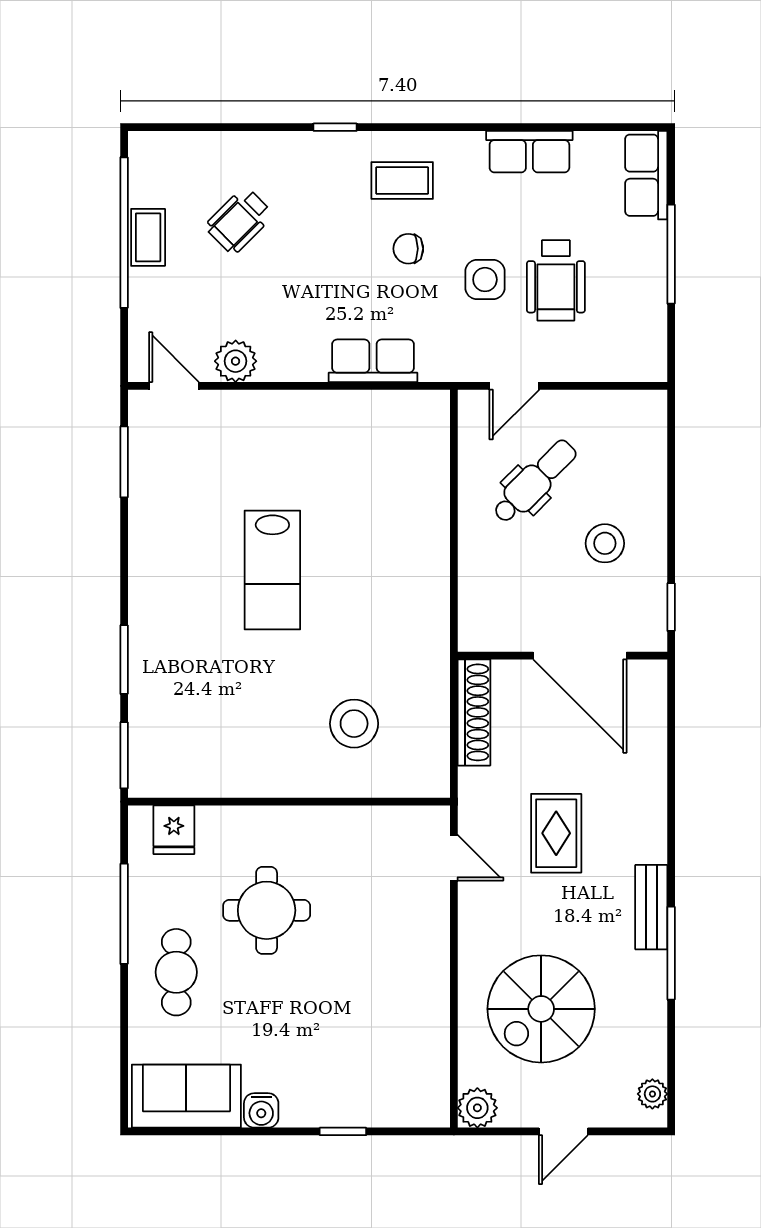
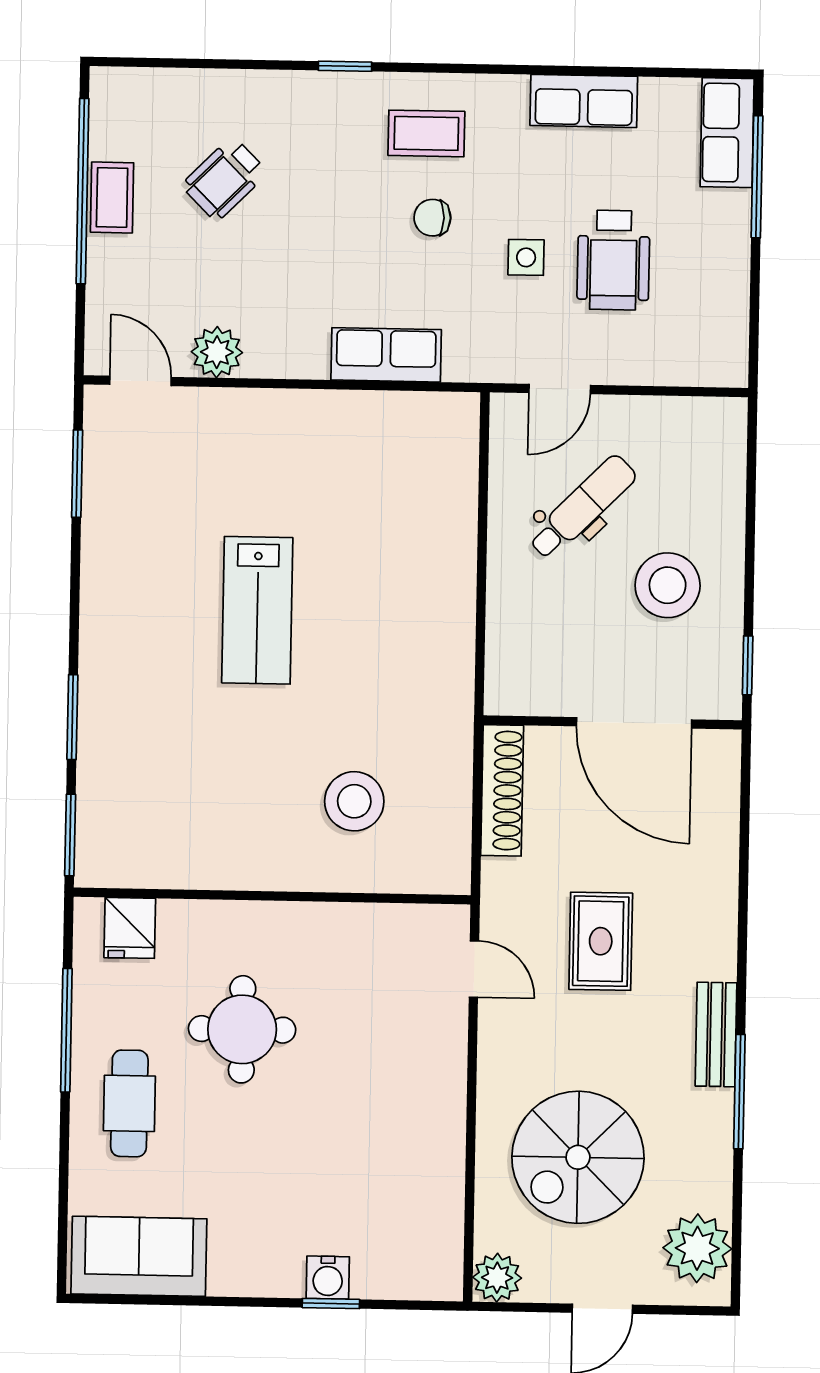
window: (671, 254) -> (757, 177), moved
side table: (485, 280) -> (526, 257), width x0.73, depth x0.73
stool: (605, 543) -> (668, 585), width x1.38, depth x1.38
plant: (652, 1094) -> (697, 1248), width x1.88, depth x1.88
water cooler: (261, 1110) -> (328, 1278), moved

